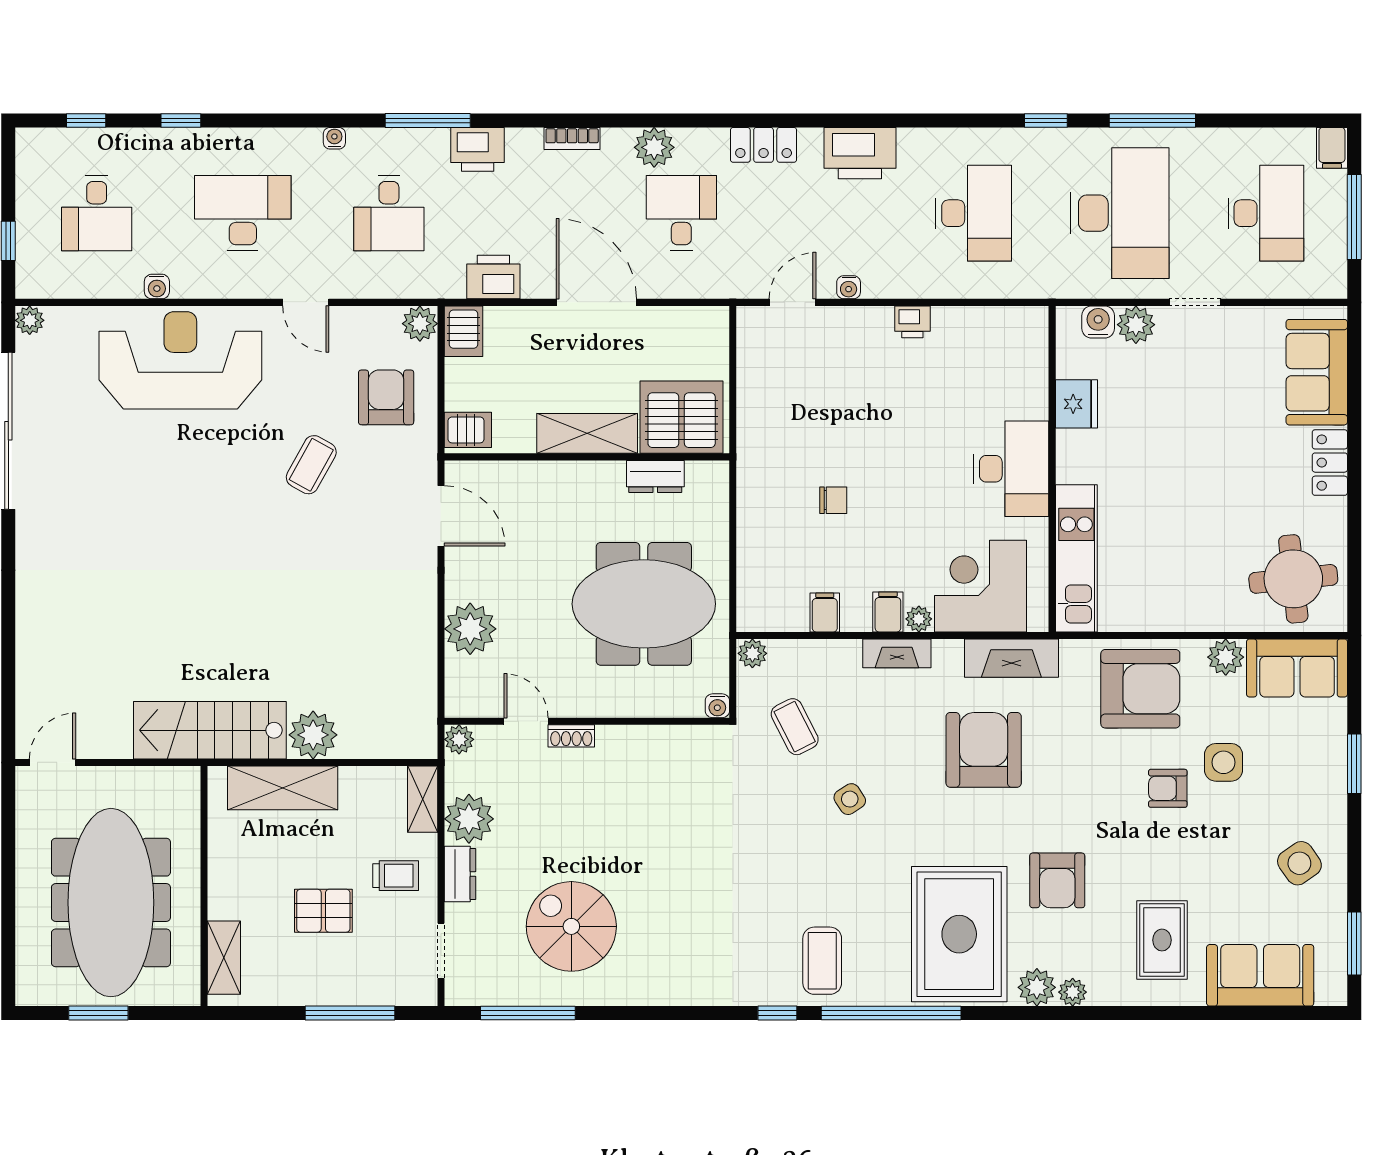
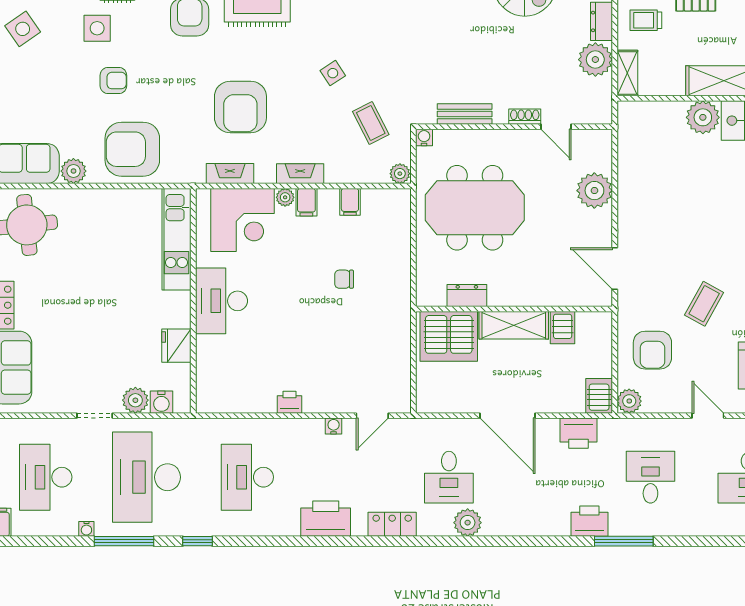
water cooler: (334, 138) -> (86, 529), moved
bookcase: (572, 138) -> (524, 529), removed
server rack: (468, 430) -> (563, 328), moved, turned -90
fireplace: (1011, 658) -> (230, 174), width x0.73, depth x0.76
plant: (459, 739) -> (602, 114), removed
bench: (659, 740) -> (465, 114), added
side table: (1224, 762) -> (97, 28), moved

